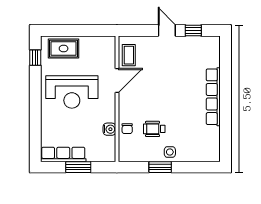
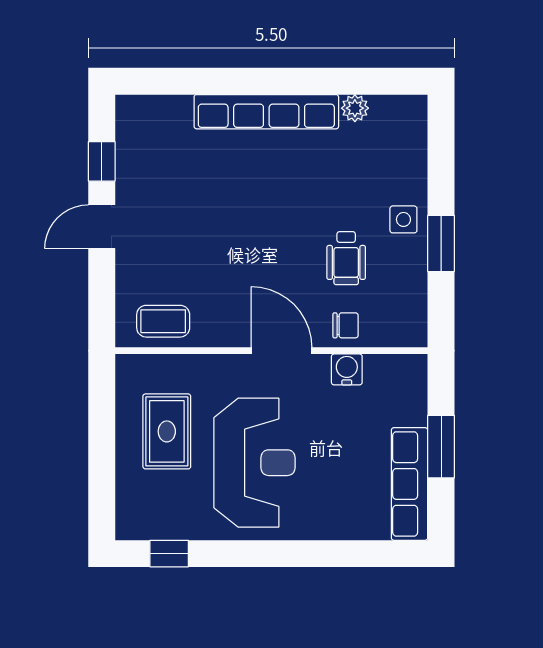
rug: (64, 49) -> (167, 431), moved
door: (117, 81) -> (281, 351), moved
plant: (215, 132) -> (355, 108), added

